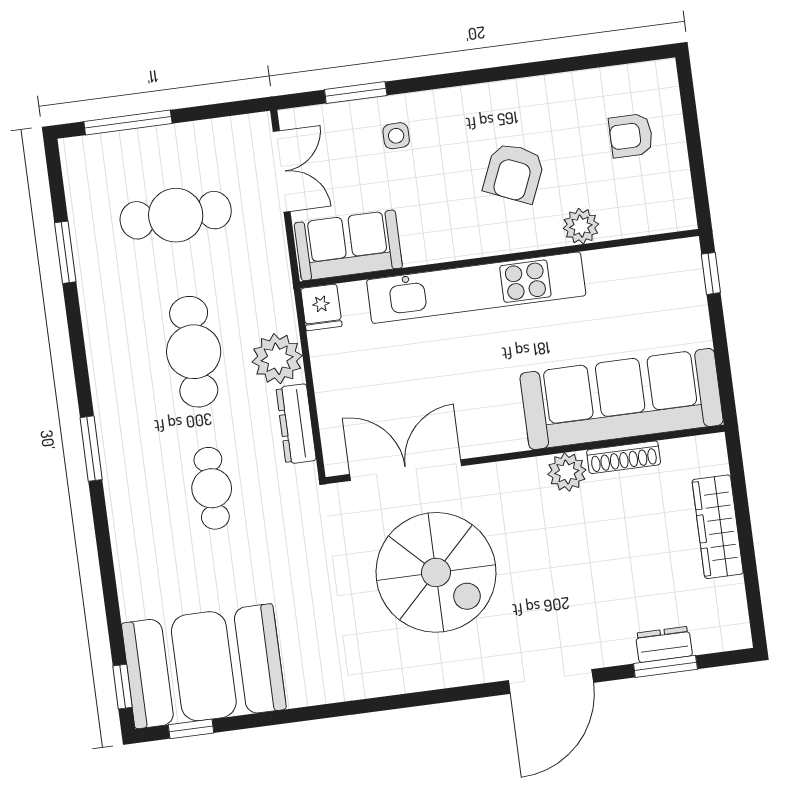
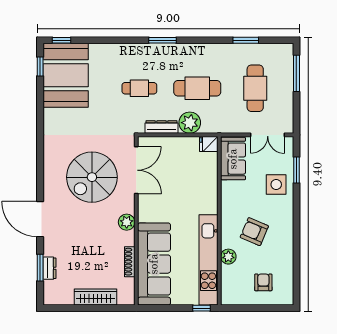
side table: (396, 136) -> (276, 184), width x1.87, depth x1.87
kitchen unit: (476, 288) -> (208, 260), moved
plant: (567, 472) -> (127, 222), moved

